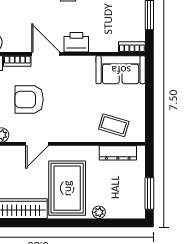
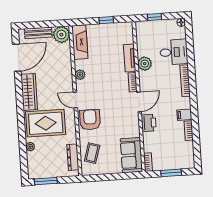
armchair: (29, 99) -> (90, 120), moved

